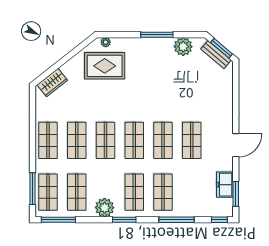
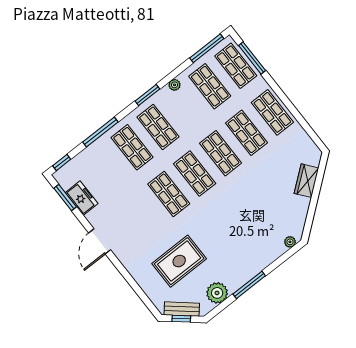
window: (222, 48) -> (181, 319), width x0.67
rug: (105, 66) -> (179, 261), moved
wardrobe: (52, 83) -> (306, 181), moved
shop shelf: (192, 140) -> (143, 214), removed
plant: (105, 208) -> (174, 85), width x0.53, depth x0.53

